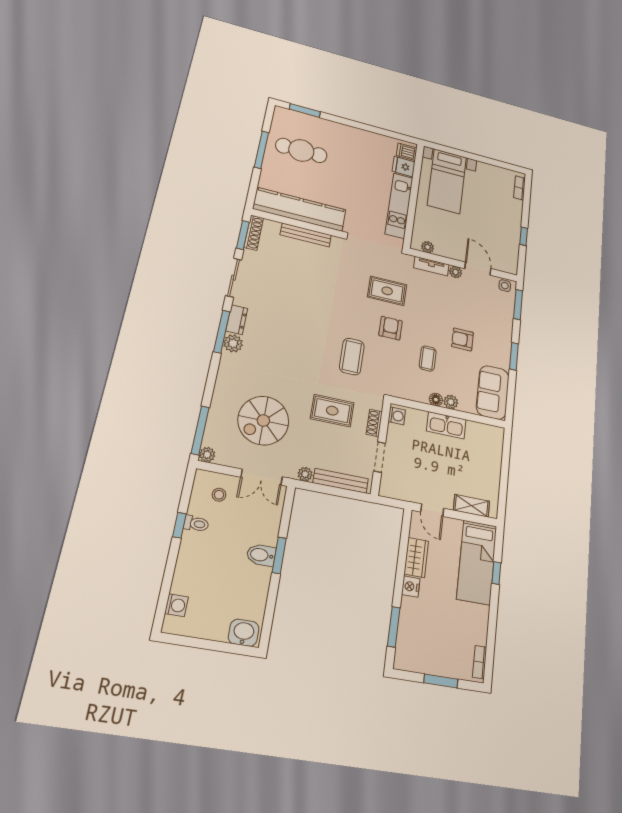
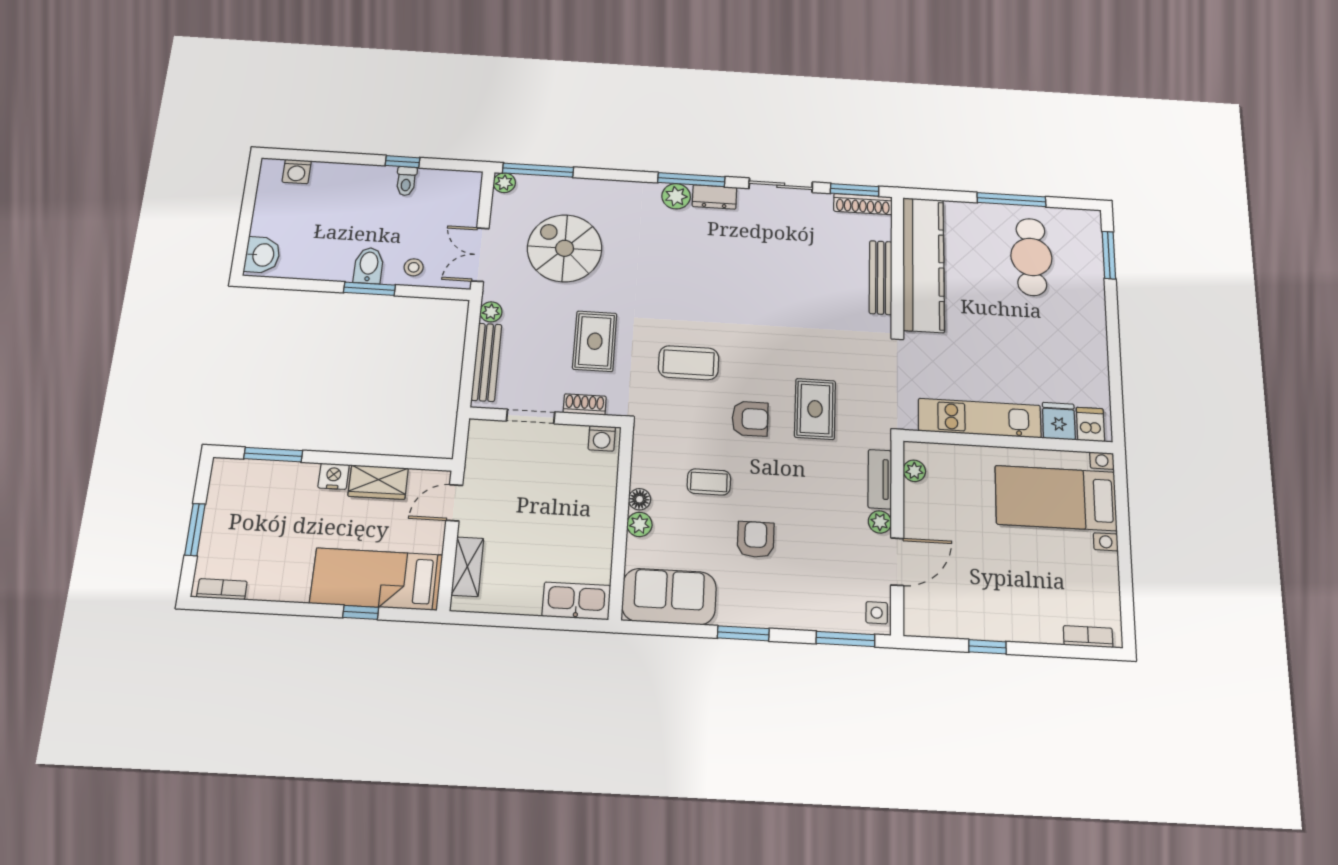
kitchen sink: (446, 425) -> (576, 601), moved, turned 90
stool: (219, 495) -> (414, 267), moved

